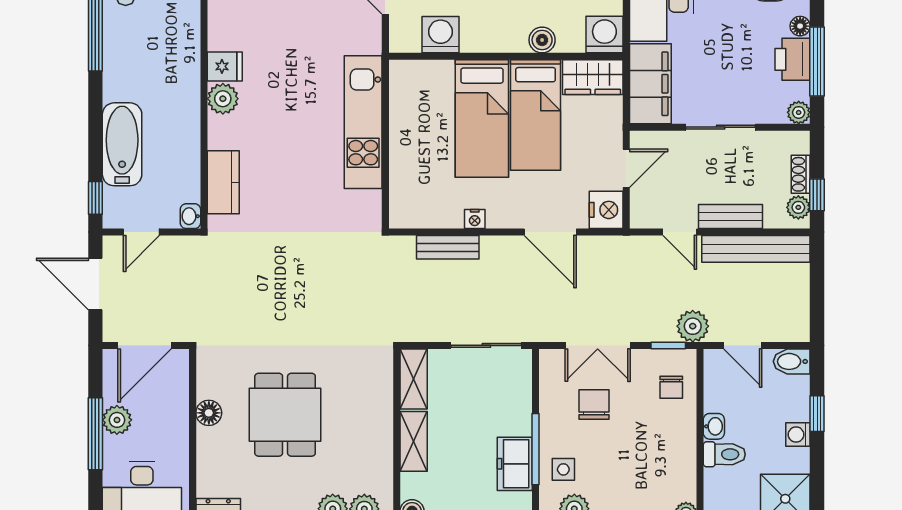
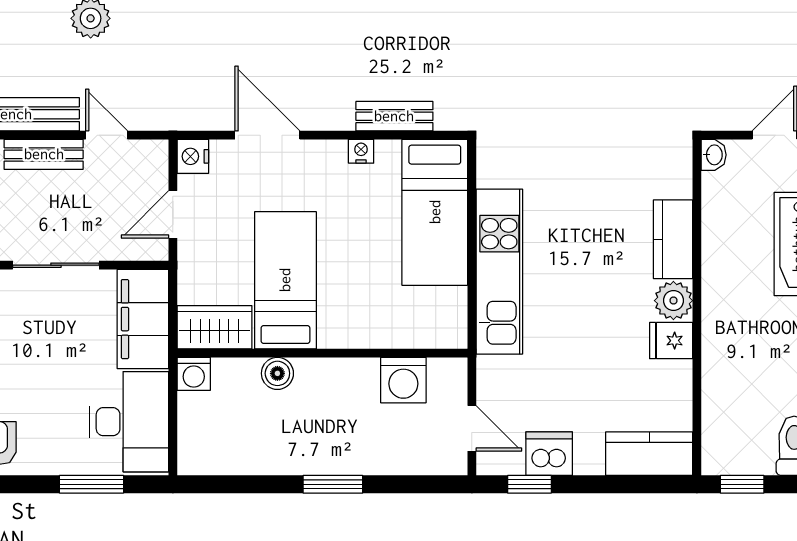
washing machine: (604, 35) -> (194, 374), width x0.73, depth x0.73
bed: (482, 119) -> (435, 212), moved, turned 180
kitchen counter: (223, 182) -> (673, 239), moved
nightstand: (606, 210) -> (193, 156), width x0.74, depth x0.75

